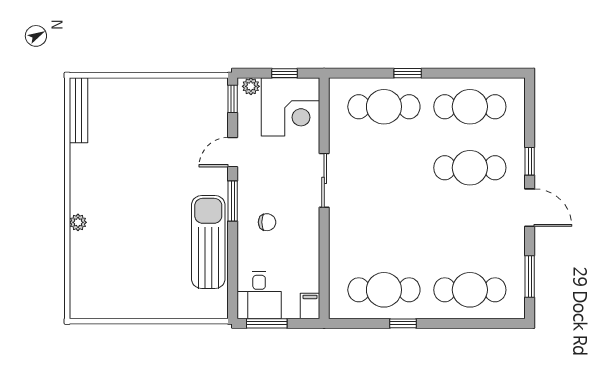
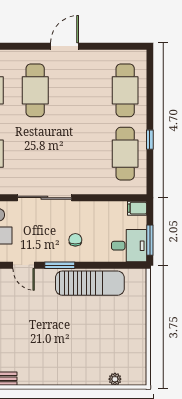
window: (530, 161) -> (30, 46), removed
sliding door: (324, 180) -> (44, 198), width x1.37
plant: (78, 222) -> (115, 379), moved
sun lounger: (208, 242) -> (90, 283), turned 180
window: (530, 277) -> (115, 46), removed

